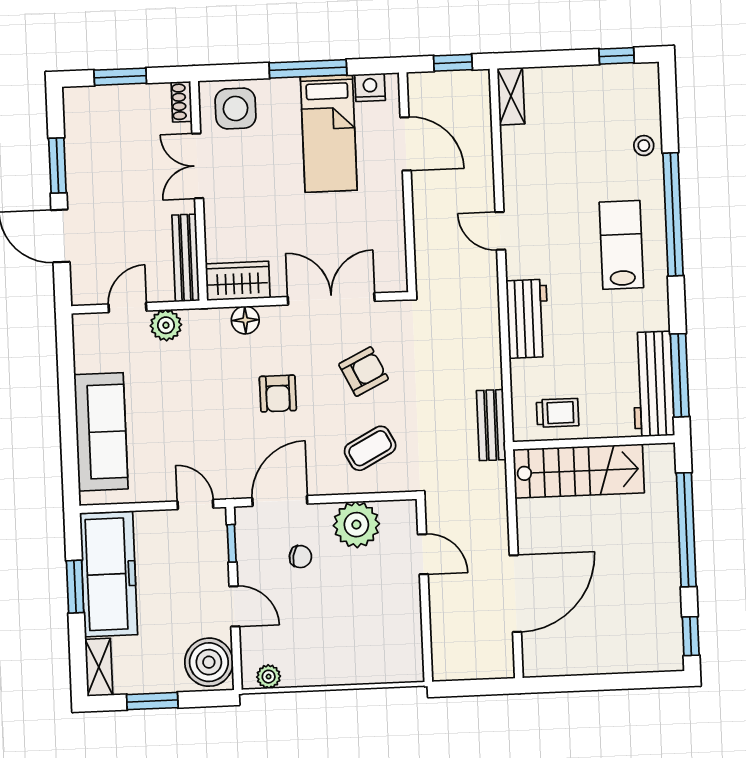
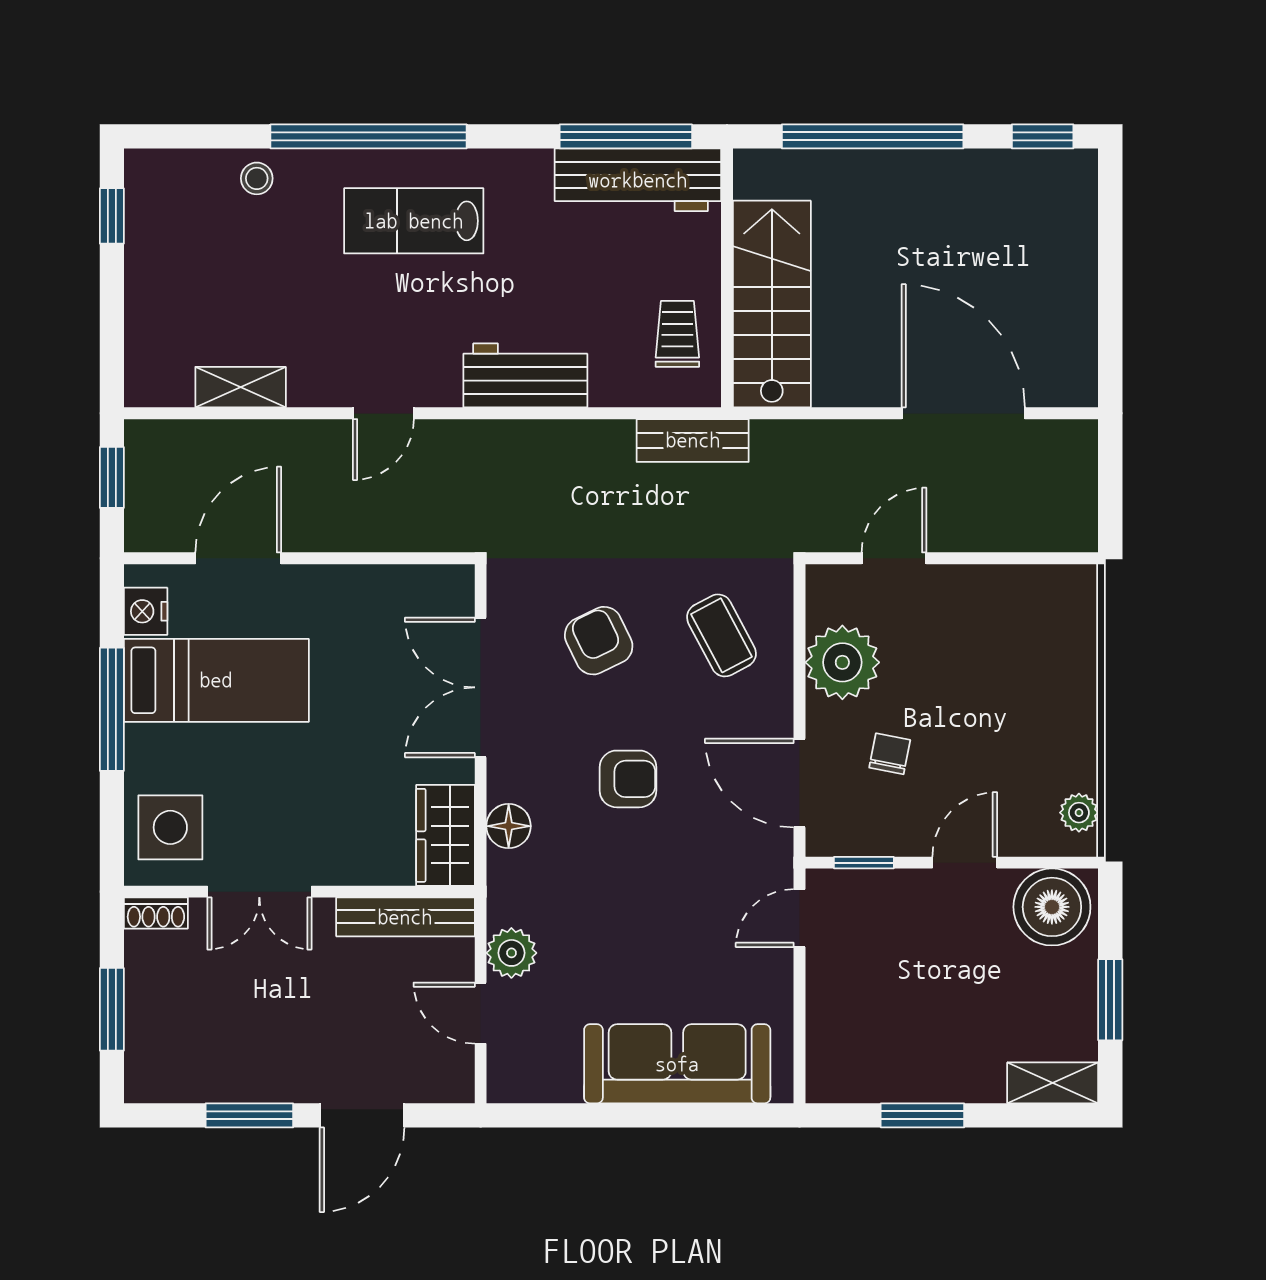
shelving: (511, 96) -> (241, 387), moved
freezer: (109, 574) -> (905, 1061), removed

